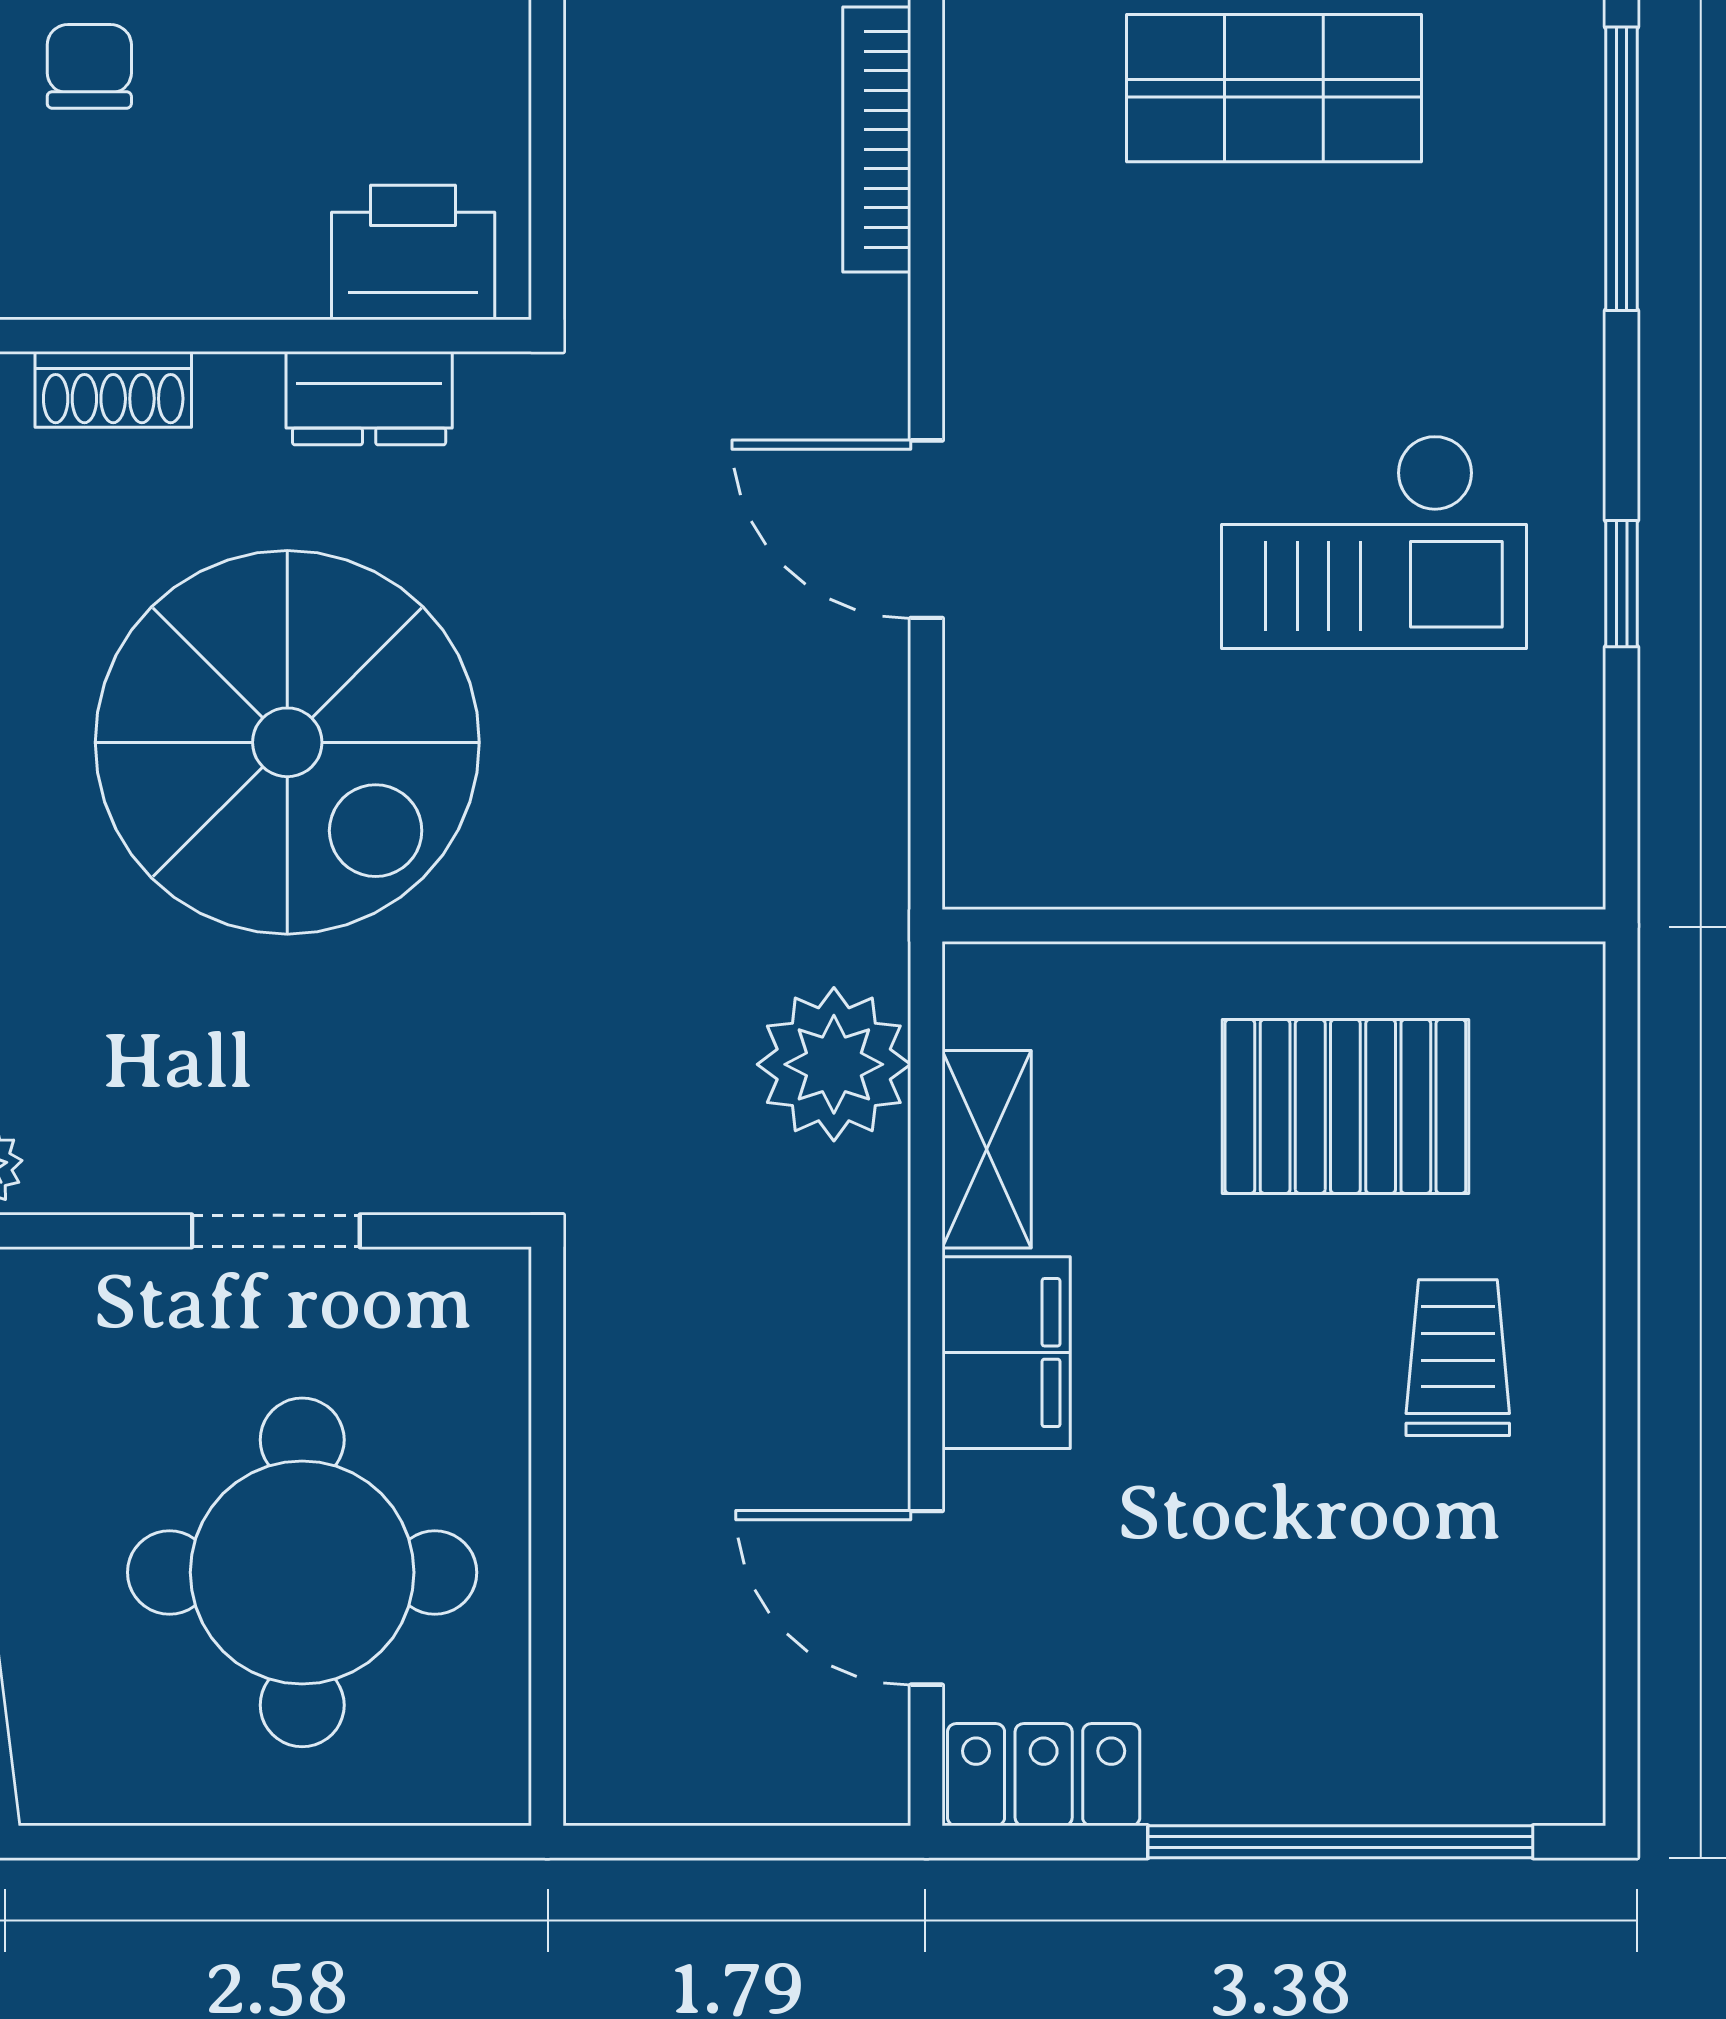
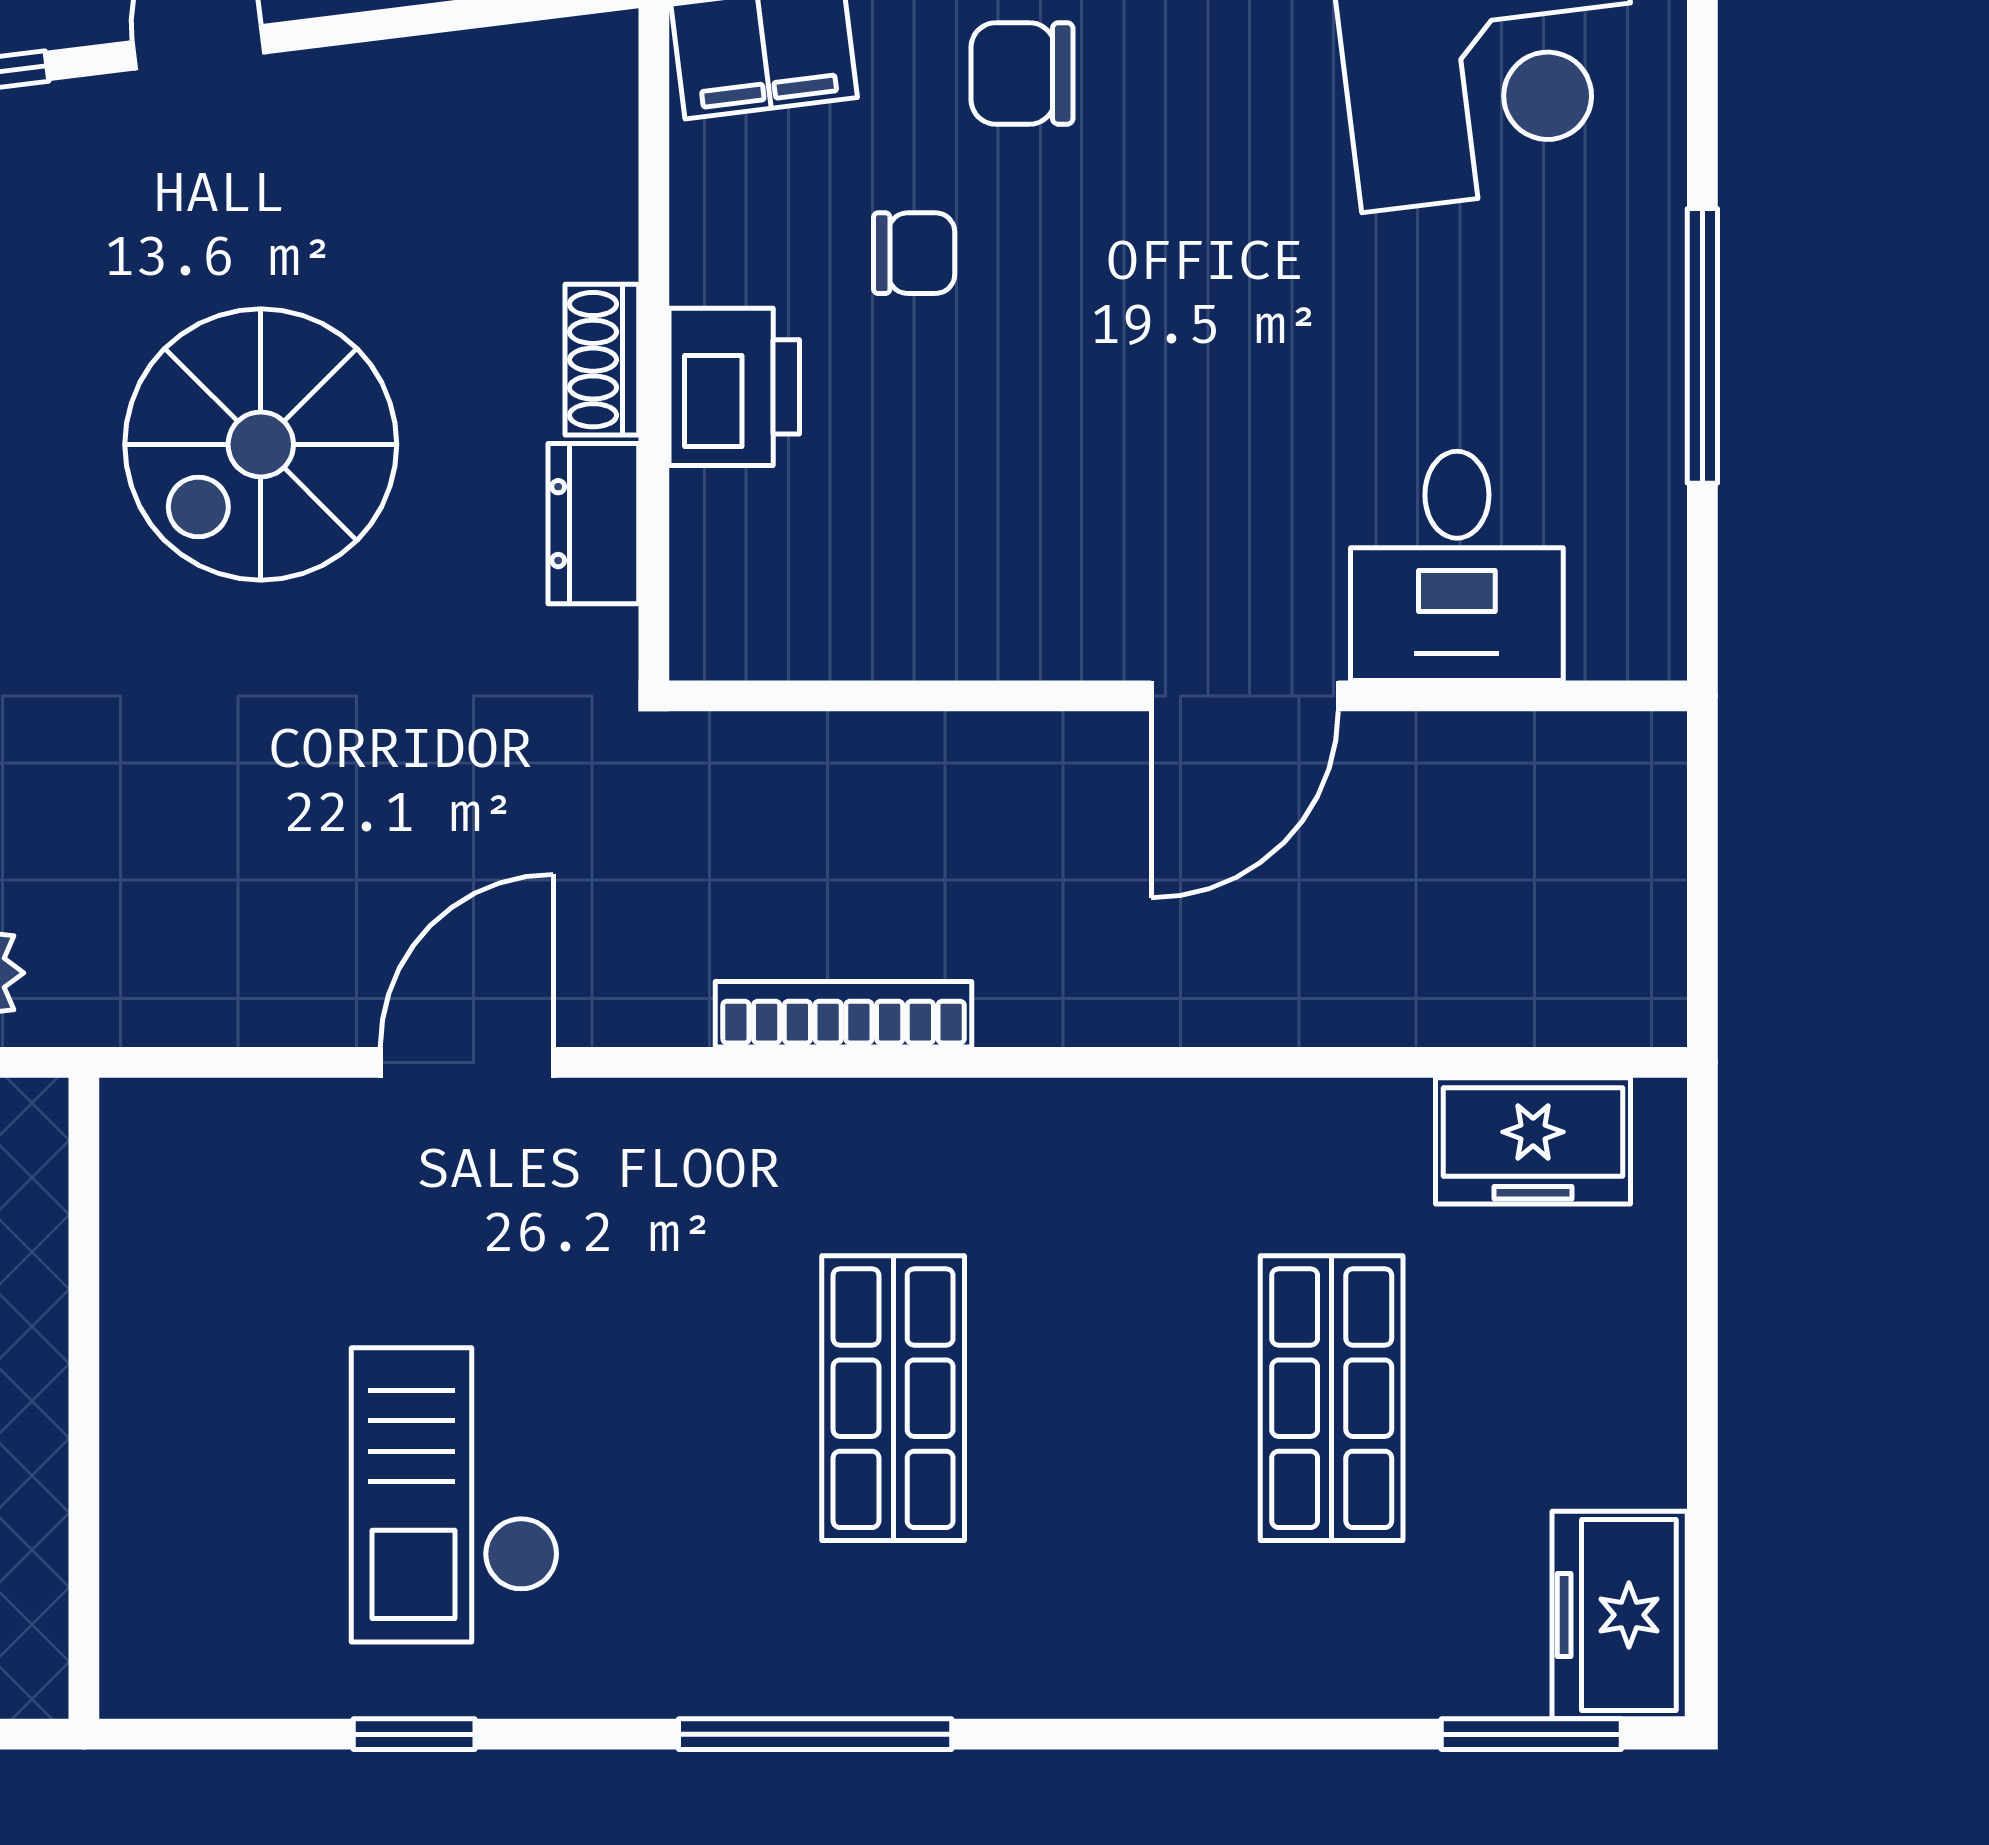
printer: (413, 253) -> (734, 387), moved
shoe rack: (113, 389) -> (602, 360), moved
spiral stairs: (287, 742) -> (261, 444), width x0.73, depth x0.73

